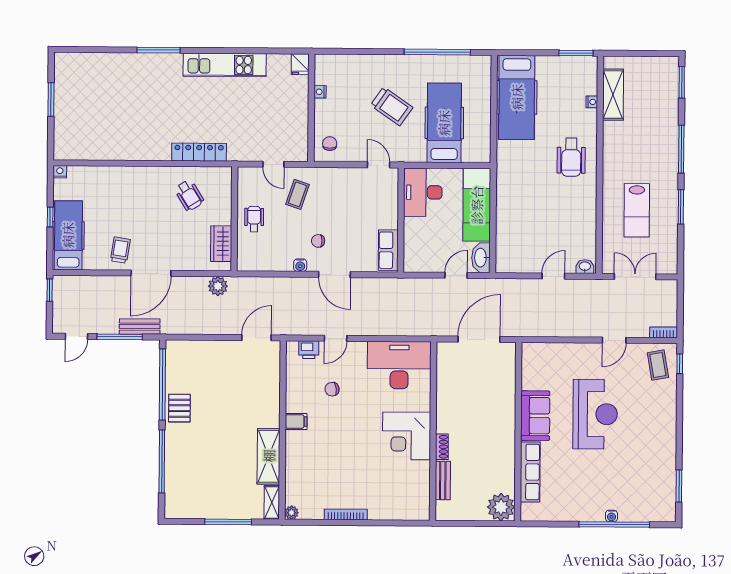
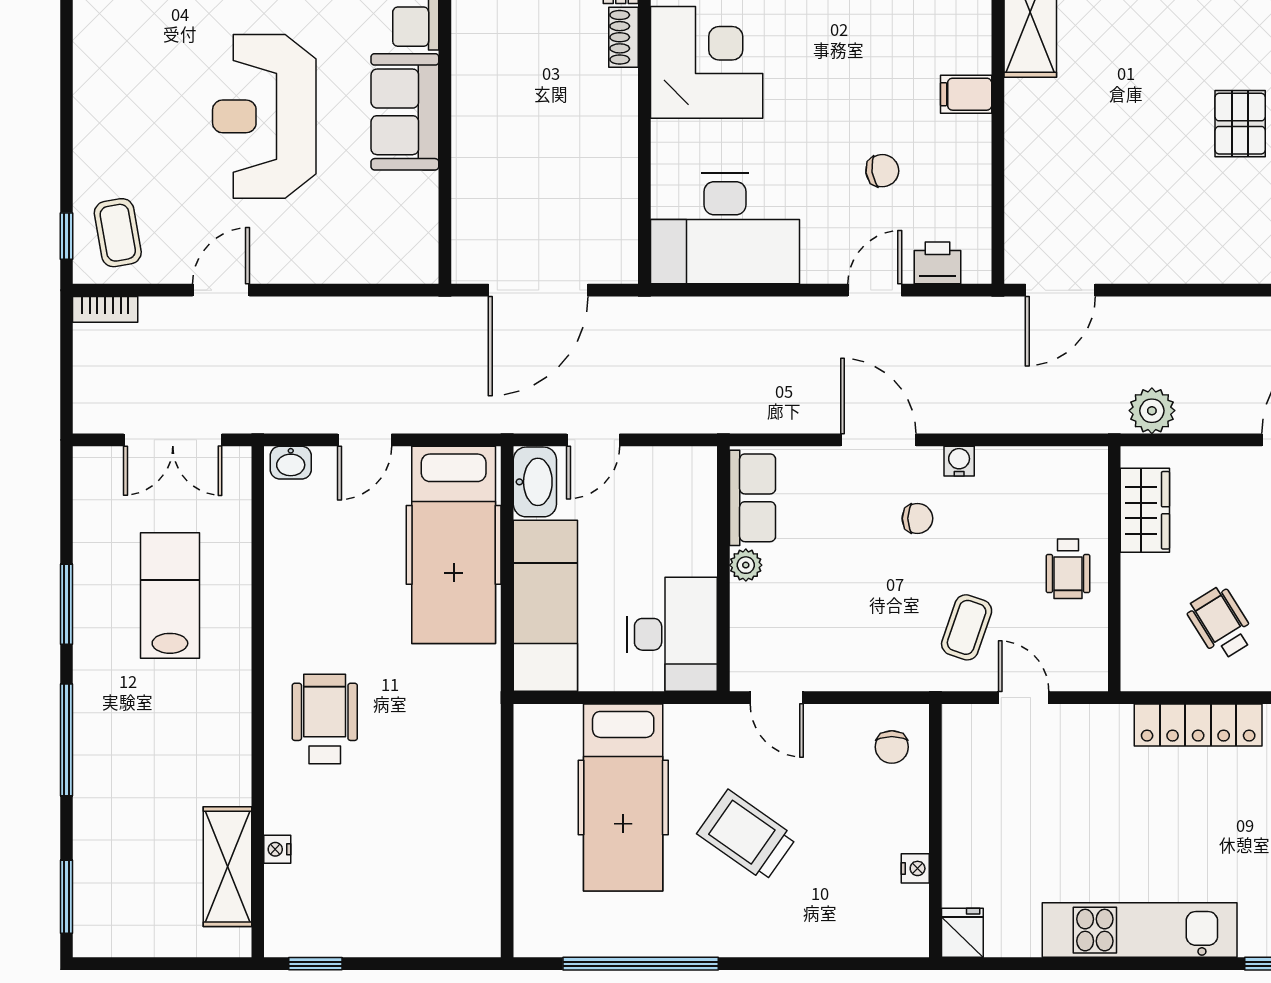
window: (576, 53) -> (315, 964), width x0.67
hospital bed: (517, 97) -> (454, 545), moved, turned 180
plant: (391, 222) -> (746, 565), added

